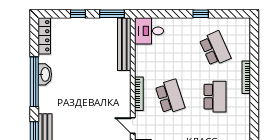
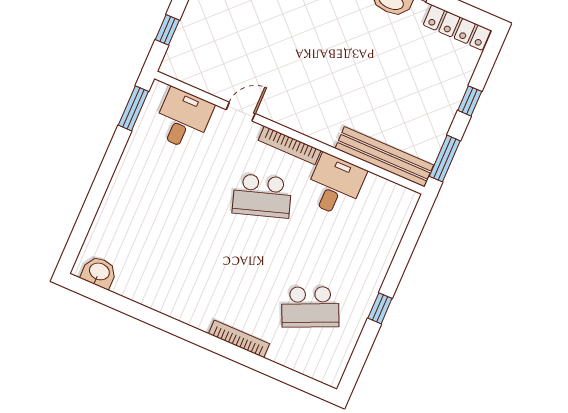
desk: (149, 31) -> (335, 185), moved
school desk: (215, 97) -> (229, 272), removed

